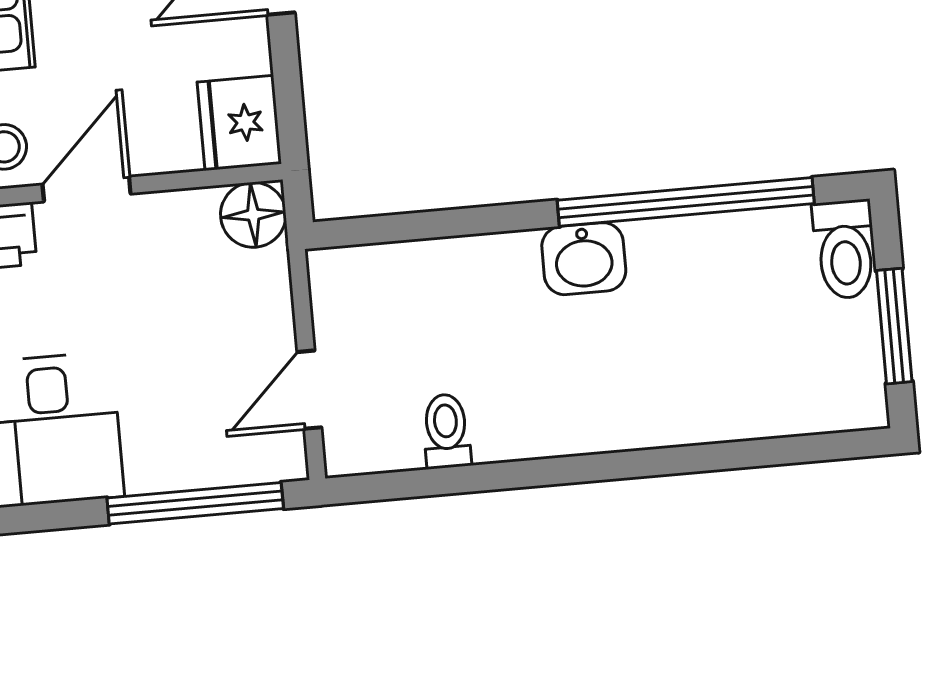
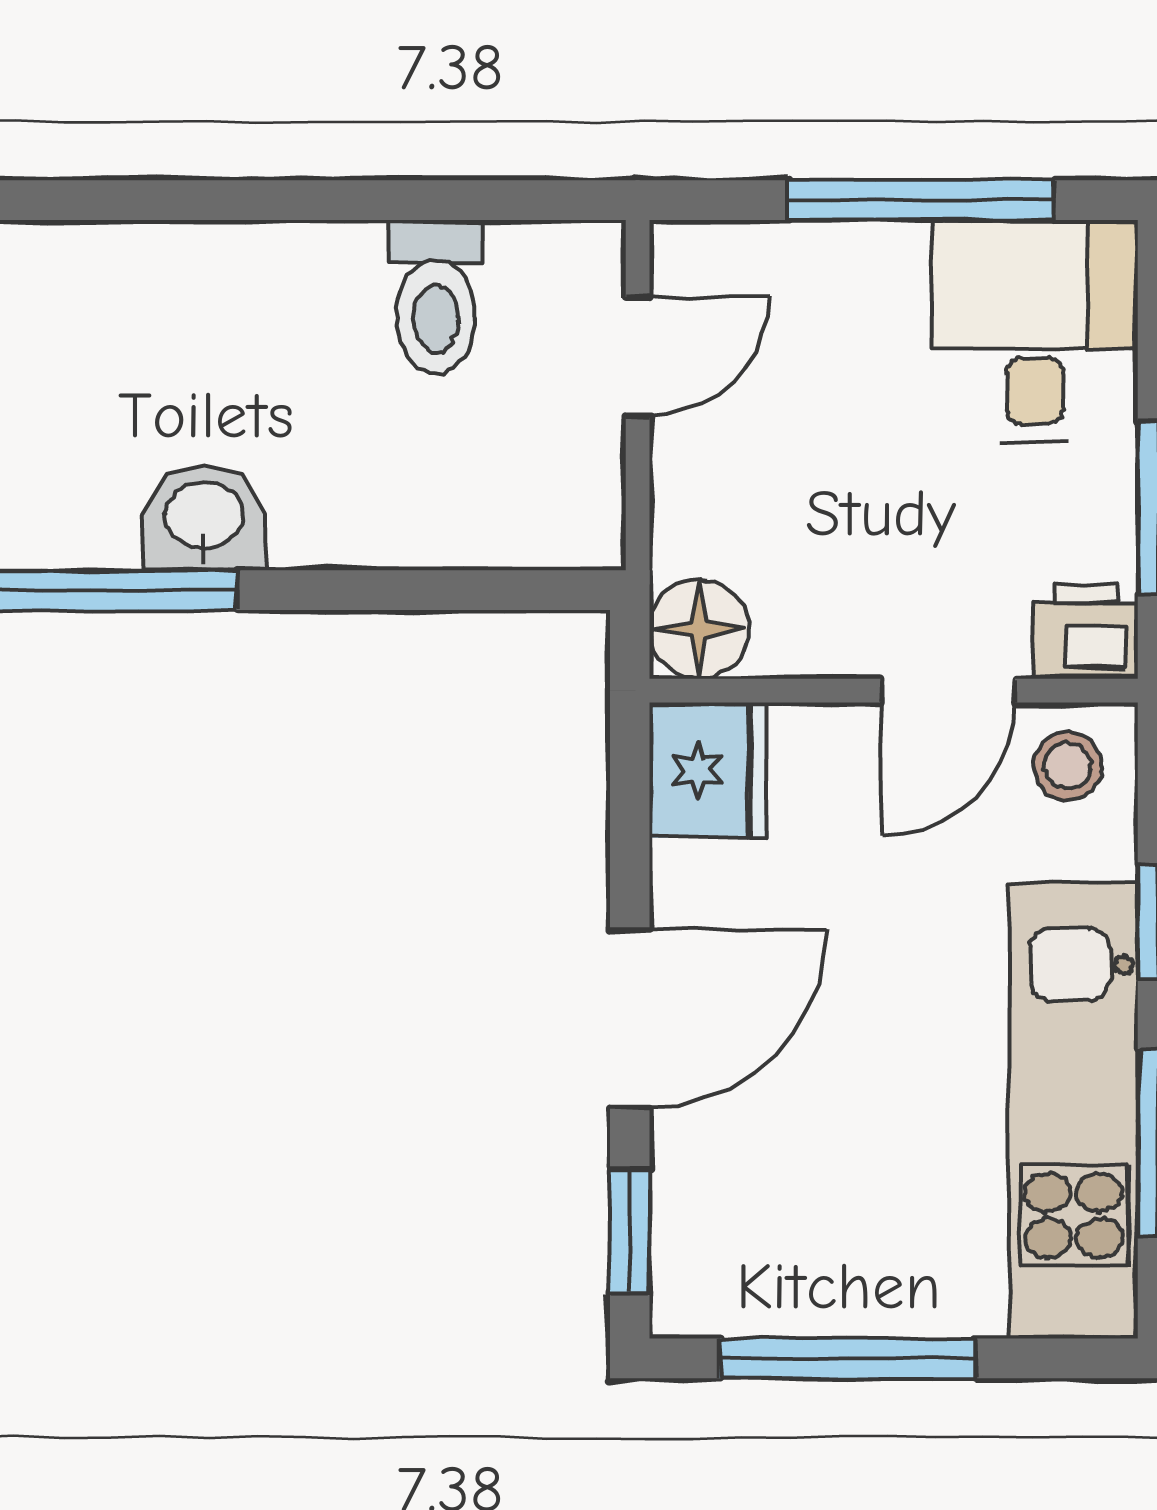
toilet: (446, 431) -> (436, 297), width x1.37, depth x1.39
window: (195, 503) -> (921, 200), moved

